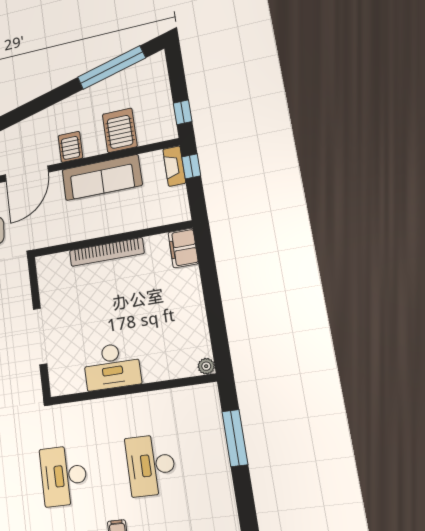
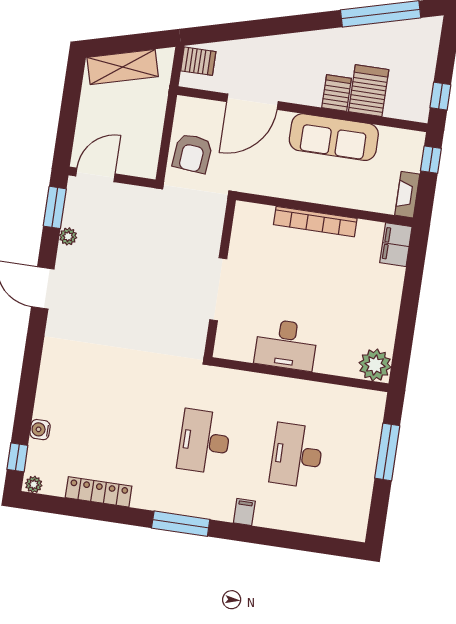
server rack: (70, 147) -> (337, 93), moved
fireplace: (174, 166) -> (407, 195), moved
plant: (206, 366) -> (375, 365), width x1.88, depth x1.88

